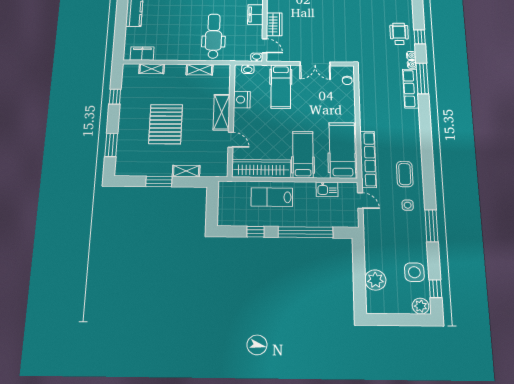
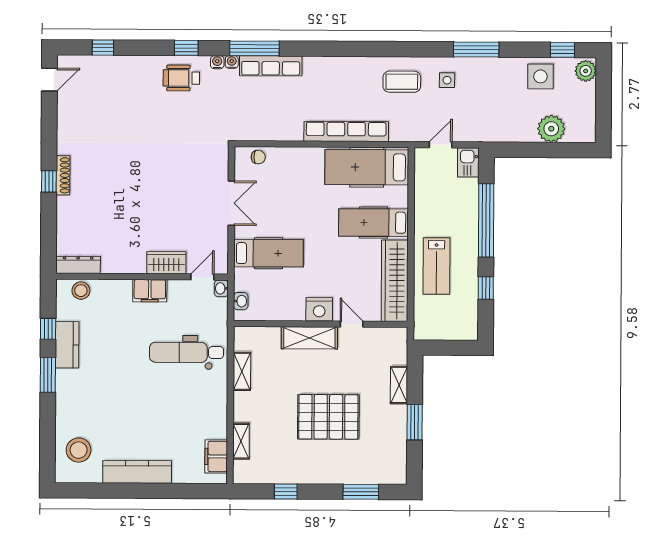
nightstand: (242, 100) -> (319, 309), moved
door: (231, 140) -> (352, 324), hinge flipped
row of seats: (368, 159) -> (346, 131), moved
kitchen sink: (327, 189) -> (468, 162), moved, turned 180

